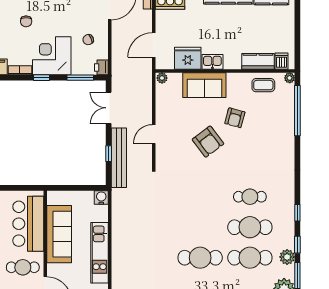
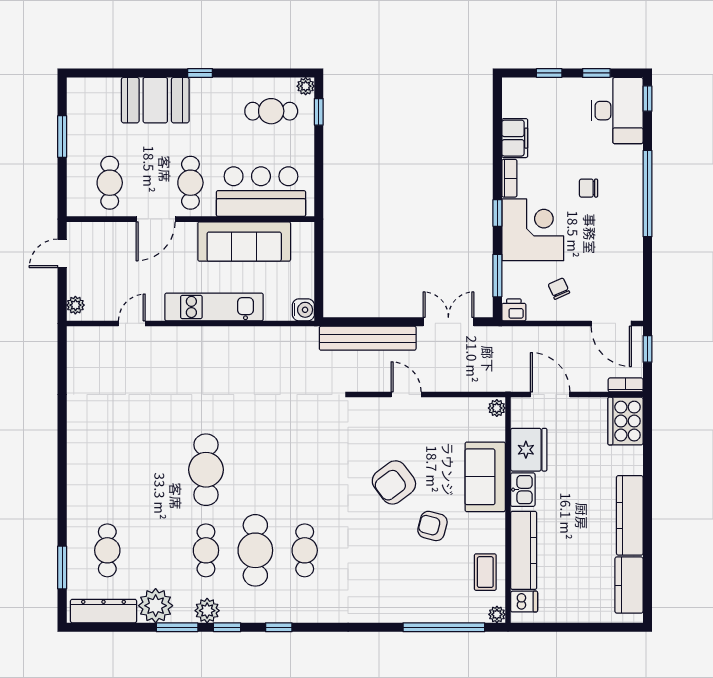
kitchen counter: (258, 61) -> (524, 550), width x1.50
window: (109, 154) -> (374, 322), removed
cafe table: (250, 258) -> (206, 550), width x0.73, depth x0.74

